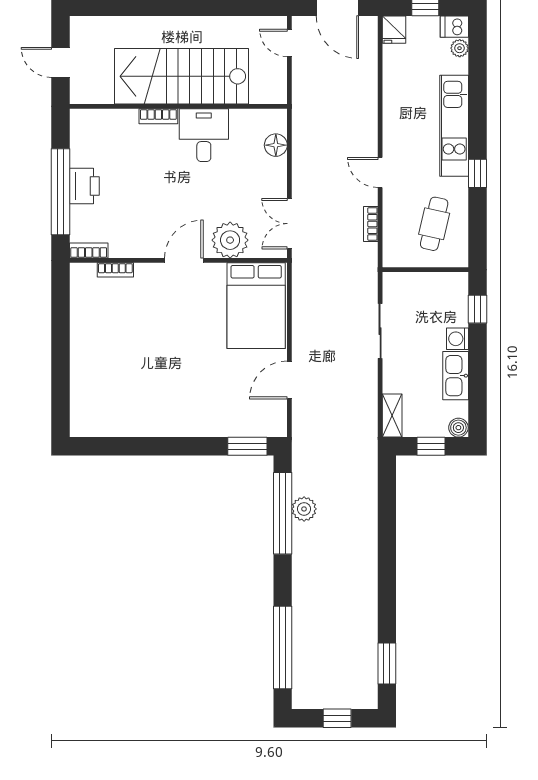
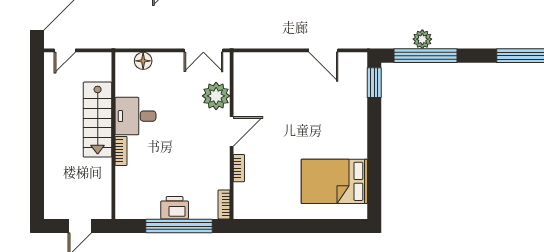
stairs: (181, 76) -> (98, 120), width x0.73, depth x0.66
door: (184, 260) -> (232, 131), swing flipped
bookcase: (115, 270) -> (239, 168), moved
bed: (256, 306) -> (334, 181), moved, turned 180

